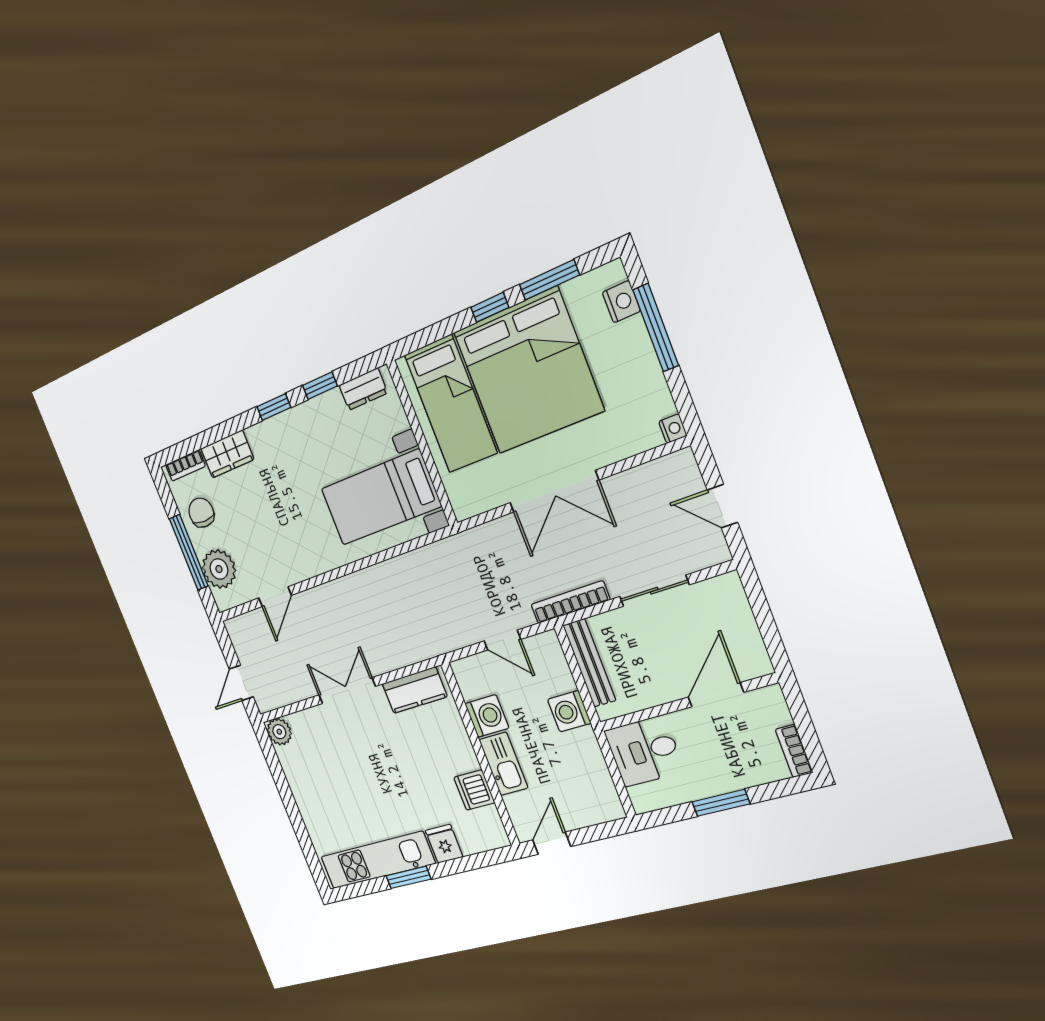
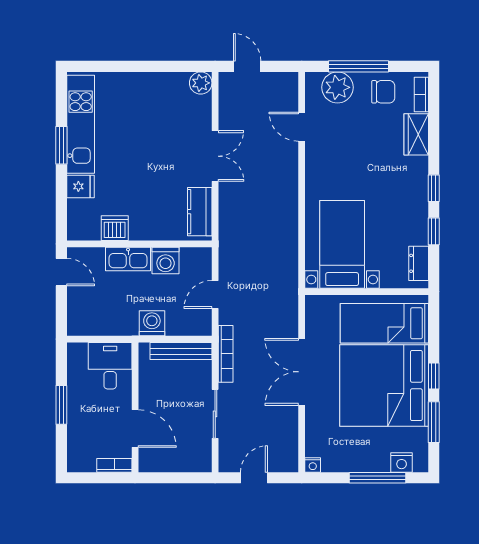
bookcase: (794, 751) -> (114, 465), moved

